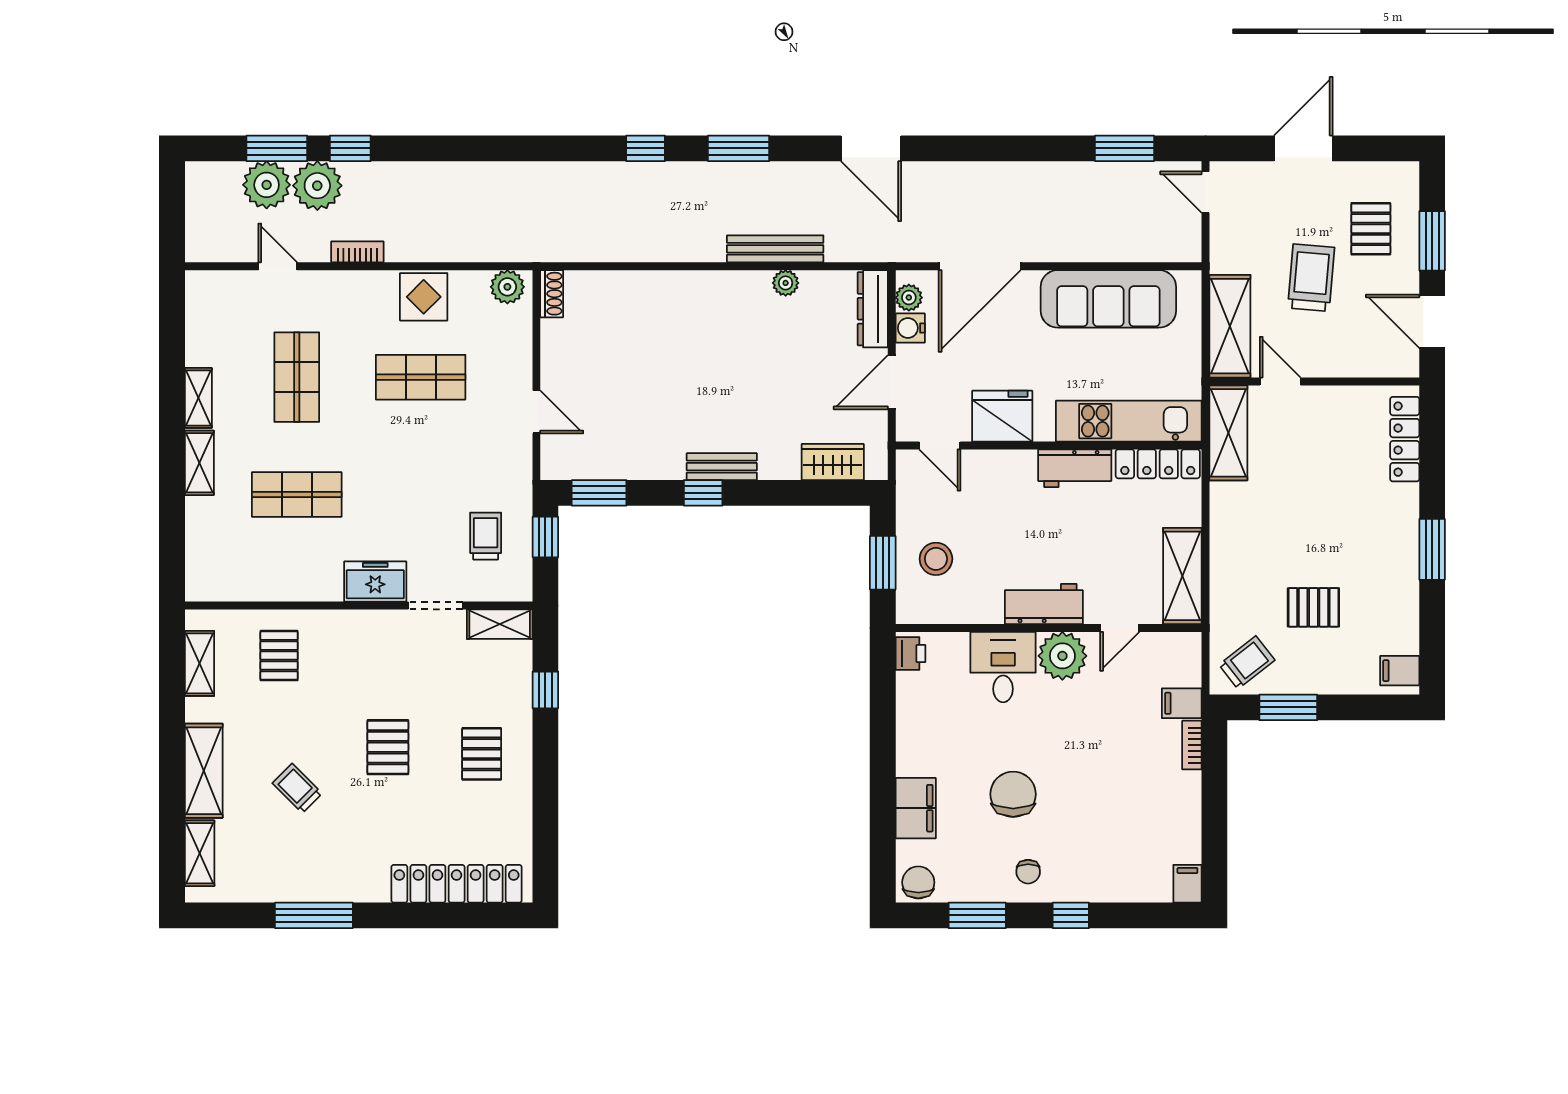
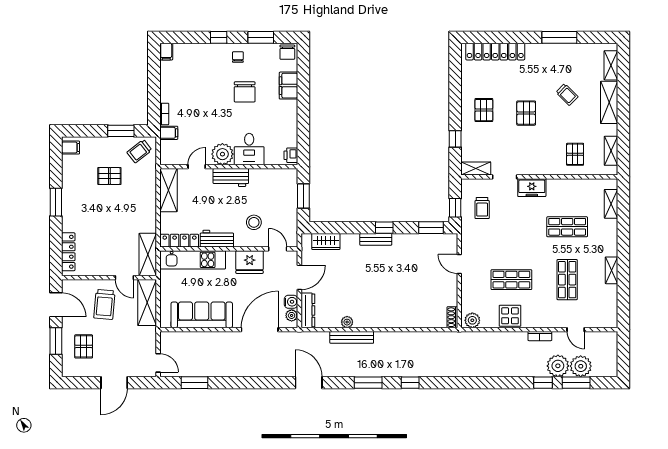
trolley: (1311, 278) -> (104, 304), moved
shelving: (199, 463) -> (611, 204), moved
stool: (936, 559) -> (254, 222), moved

